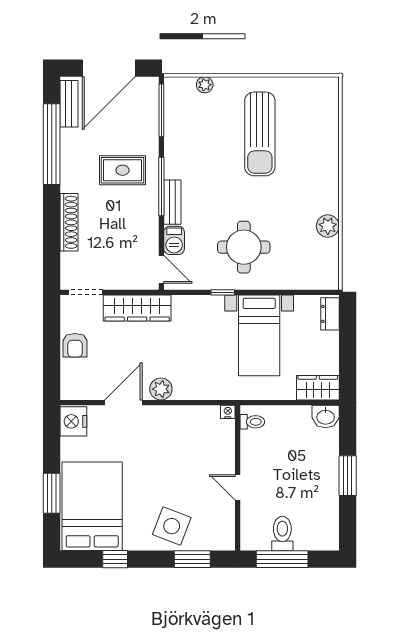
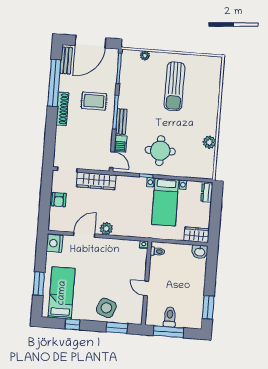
shoe rack: (69, 222) -> (62, 109), moved
window: (348, 476) -> (208, 307), moved
bed: (92, 506) -> (62, 293), width x0.67

